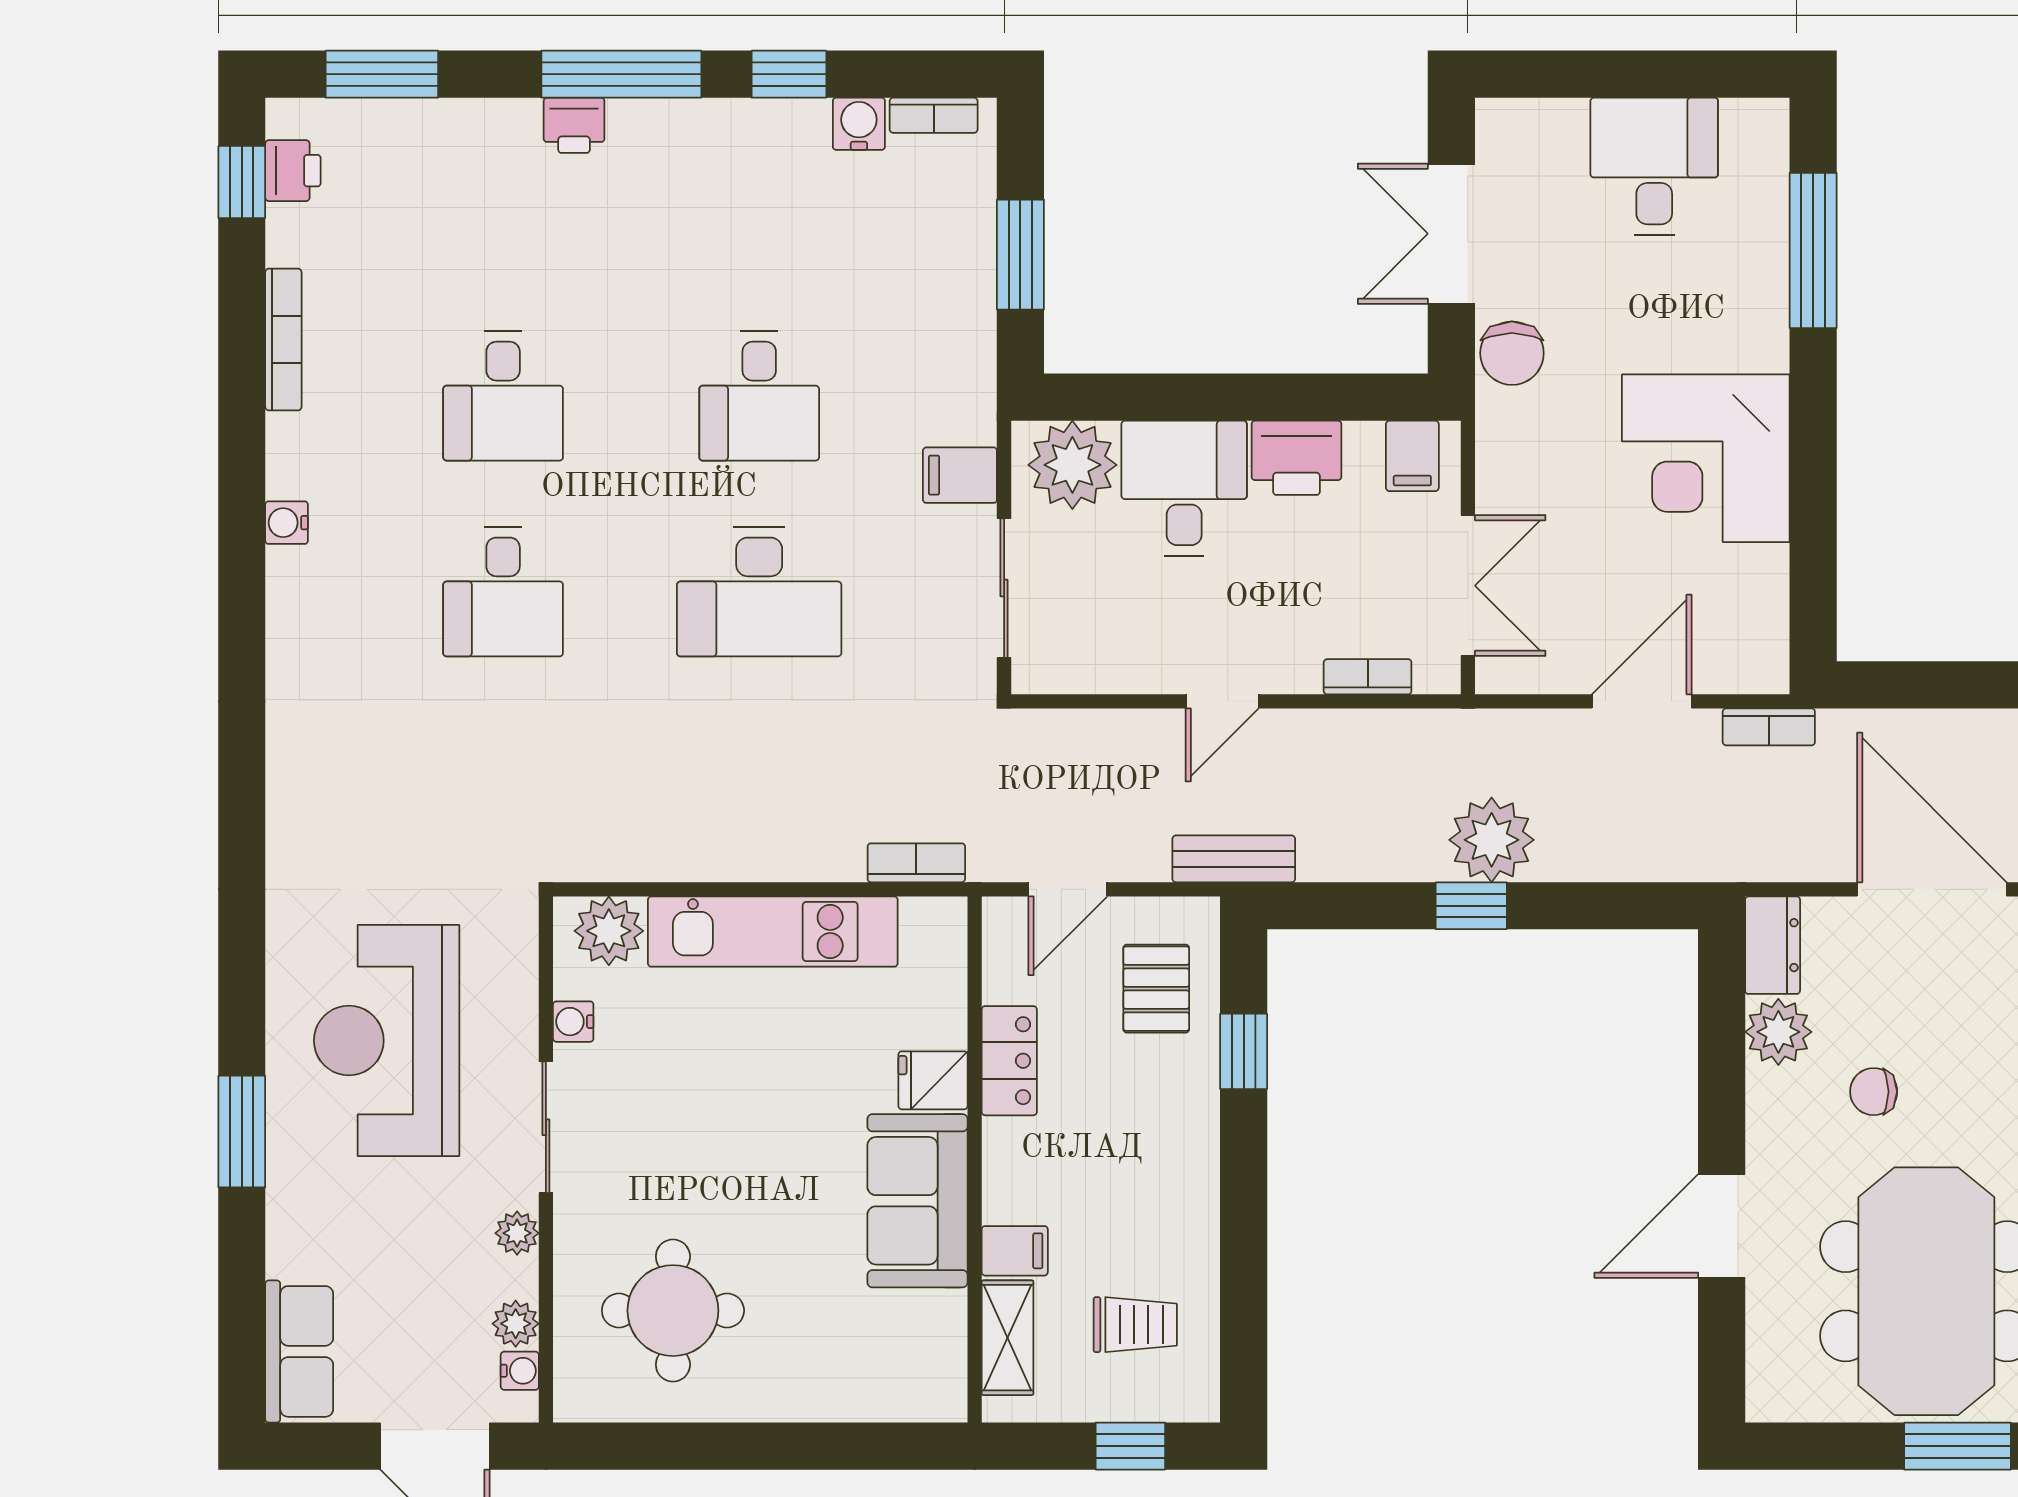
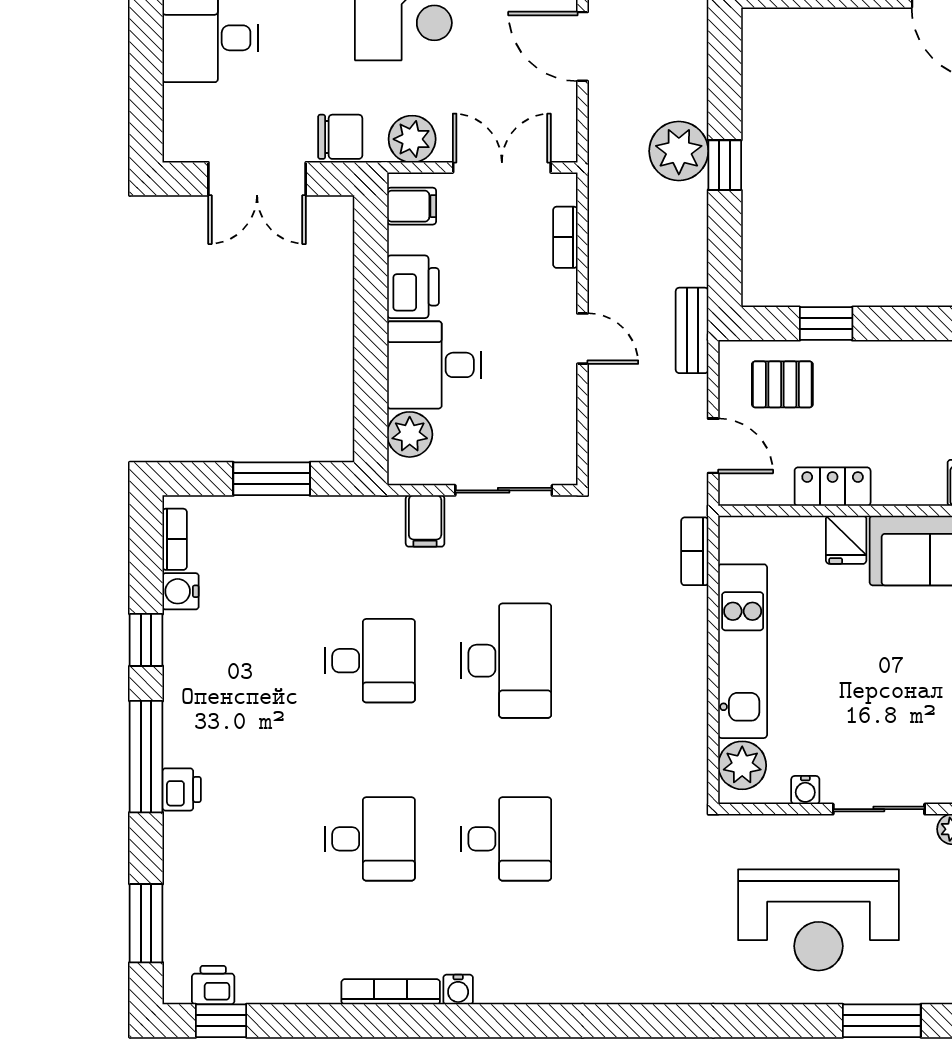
bookcase: (283, 339) -> (391, 992), moved
plant: (1509, 456) -> (412, 139), added
plant: (1072, 465) -> (410, 434), width x0.73, depth x0.73

